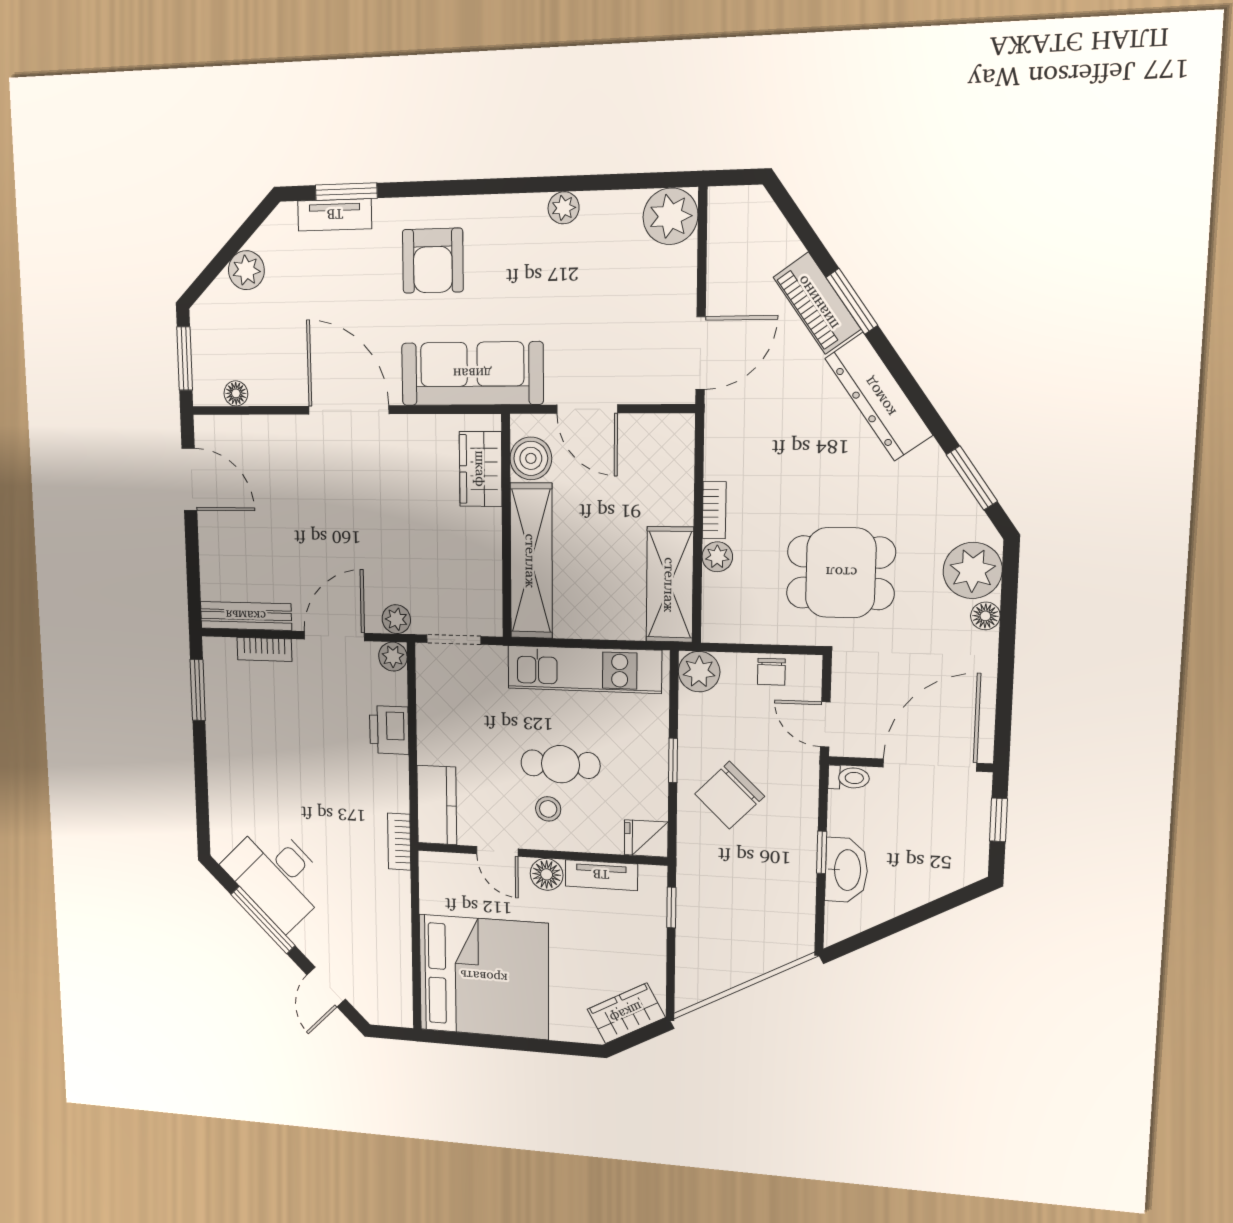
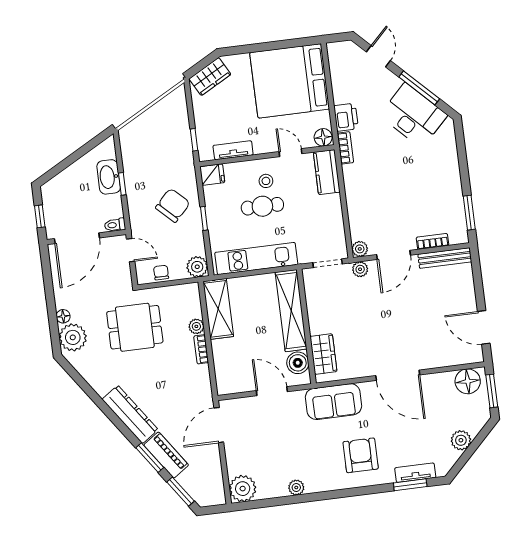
sofa: (472, 374) -> (334, 402), width x0.73
floor lamp: (236, 393) -> (468, 381), width x1.89, depth x1.89
window: (972, 478) -> (181, 492), moved
printer: (389, 730) -> (346, 117), moved
floor lamp: (547, 874) -> (323, 137), moved

